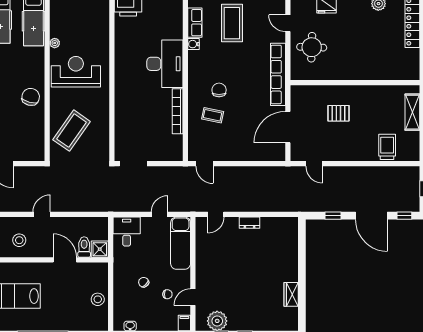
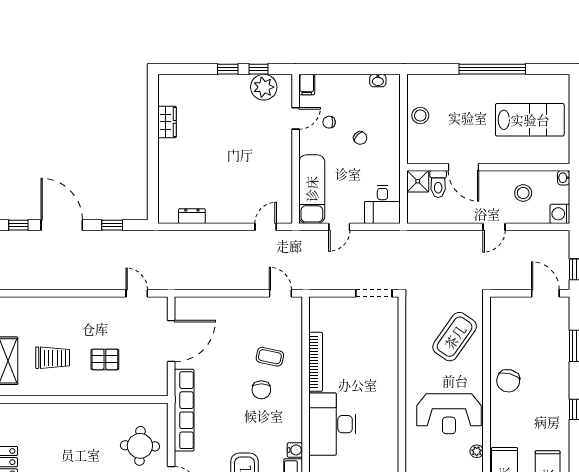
trolley: (387, 147) -> (53, 358), moved, turned -90
dresser: (249, 223) -> (192, 216), moved

